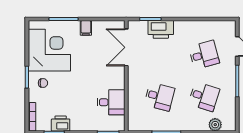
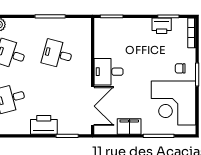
filing cabinet: (86, 28) -> (129, 127), width x2.00
printer: (161, 29) -> (44, 125), moved
desk: (111, 102) -> (108, 72), moved

